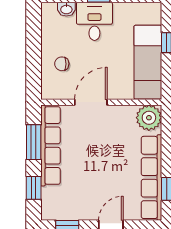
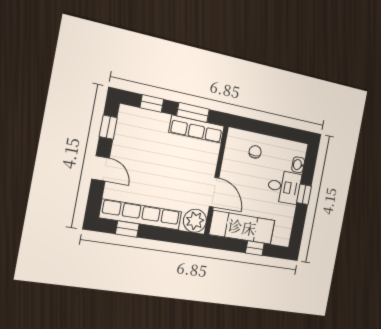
door: (91, 102) -> (214, 192), moved
row of seats: (50, 146) -> (197, 129), width x0.73

